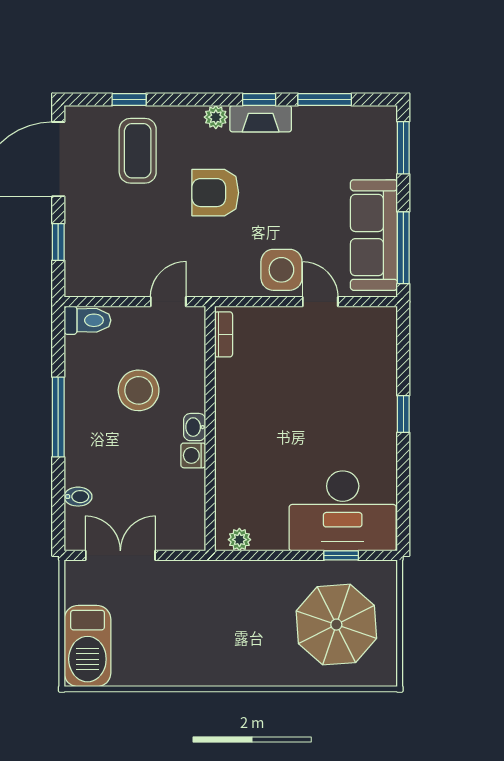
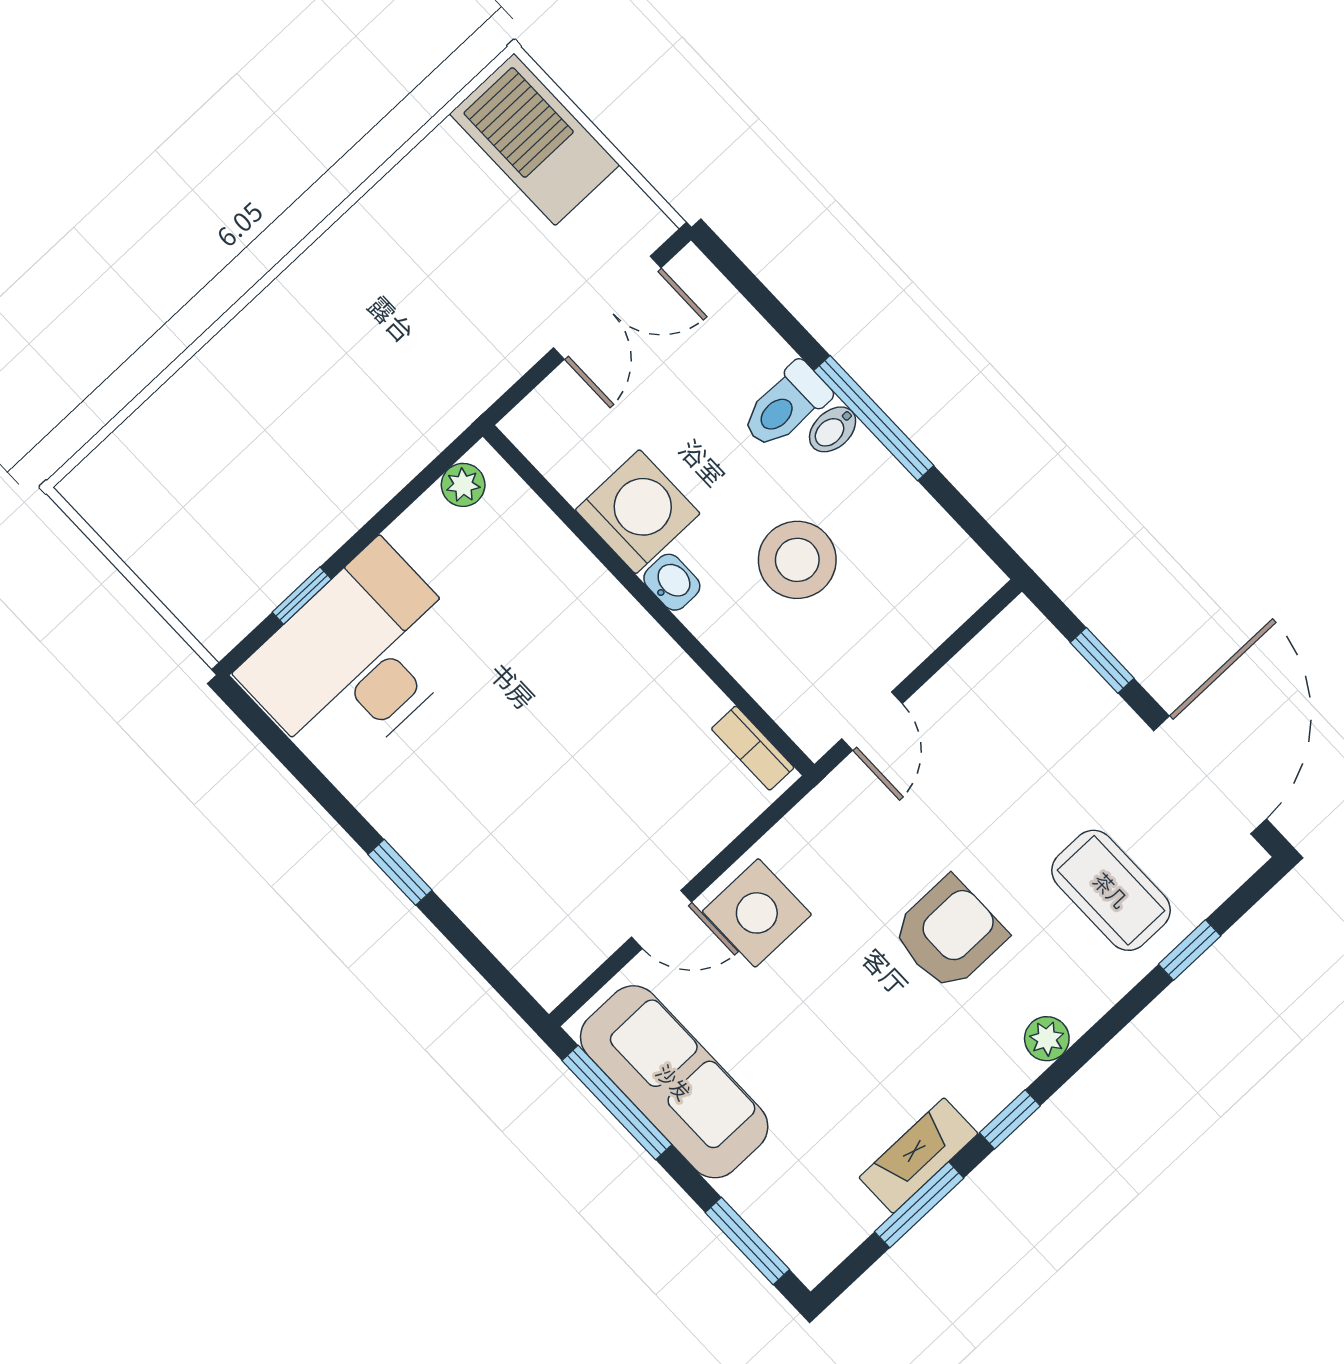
fireplace: (261, 119) -> (918, 1156), moved
toilet: (87, 320) -> (786, 406), moved
washing machine: (193, 455) -> (638, 512), width x1.89, depth x1.89
bidet: (78, 497) -> (833, 429), moved
parasol: (336, 625) -> (218, 494), removed

